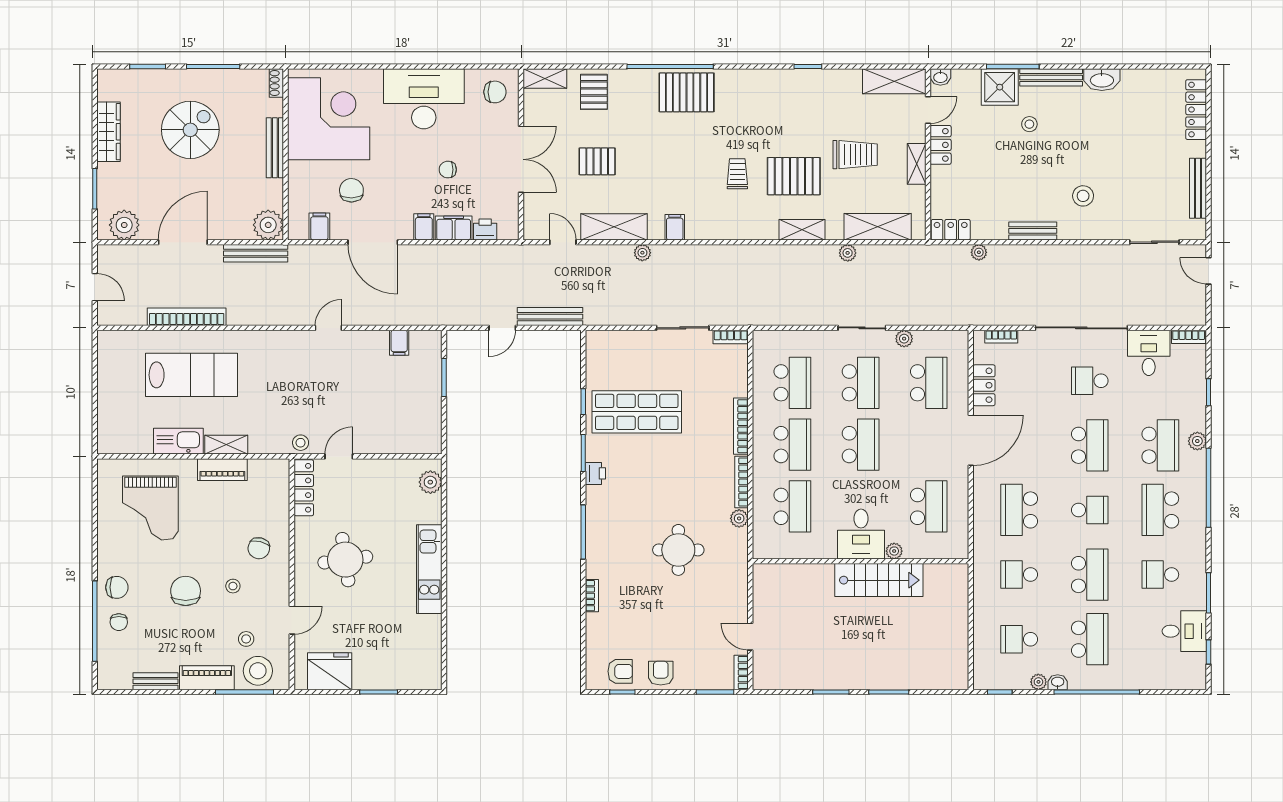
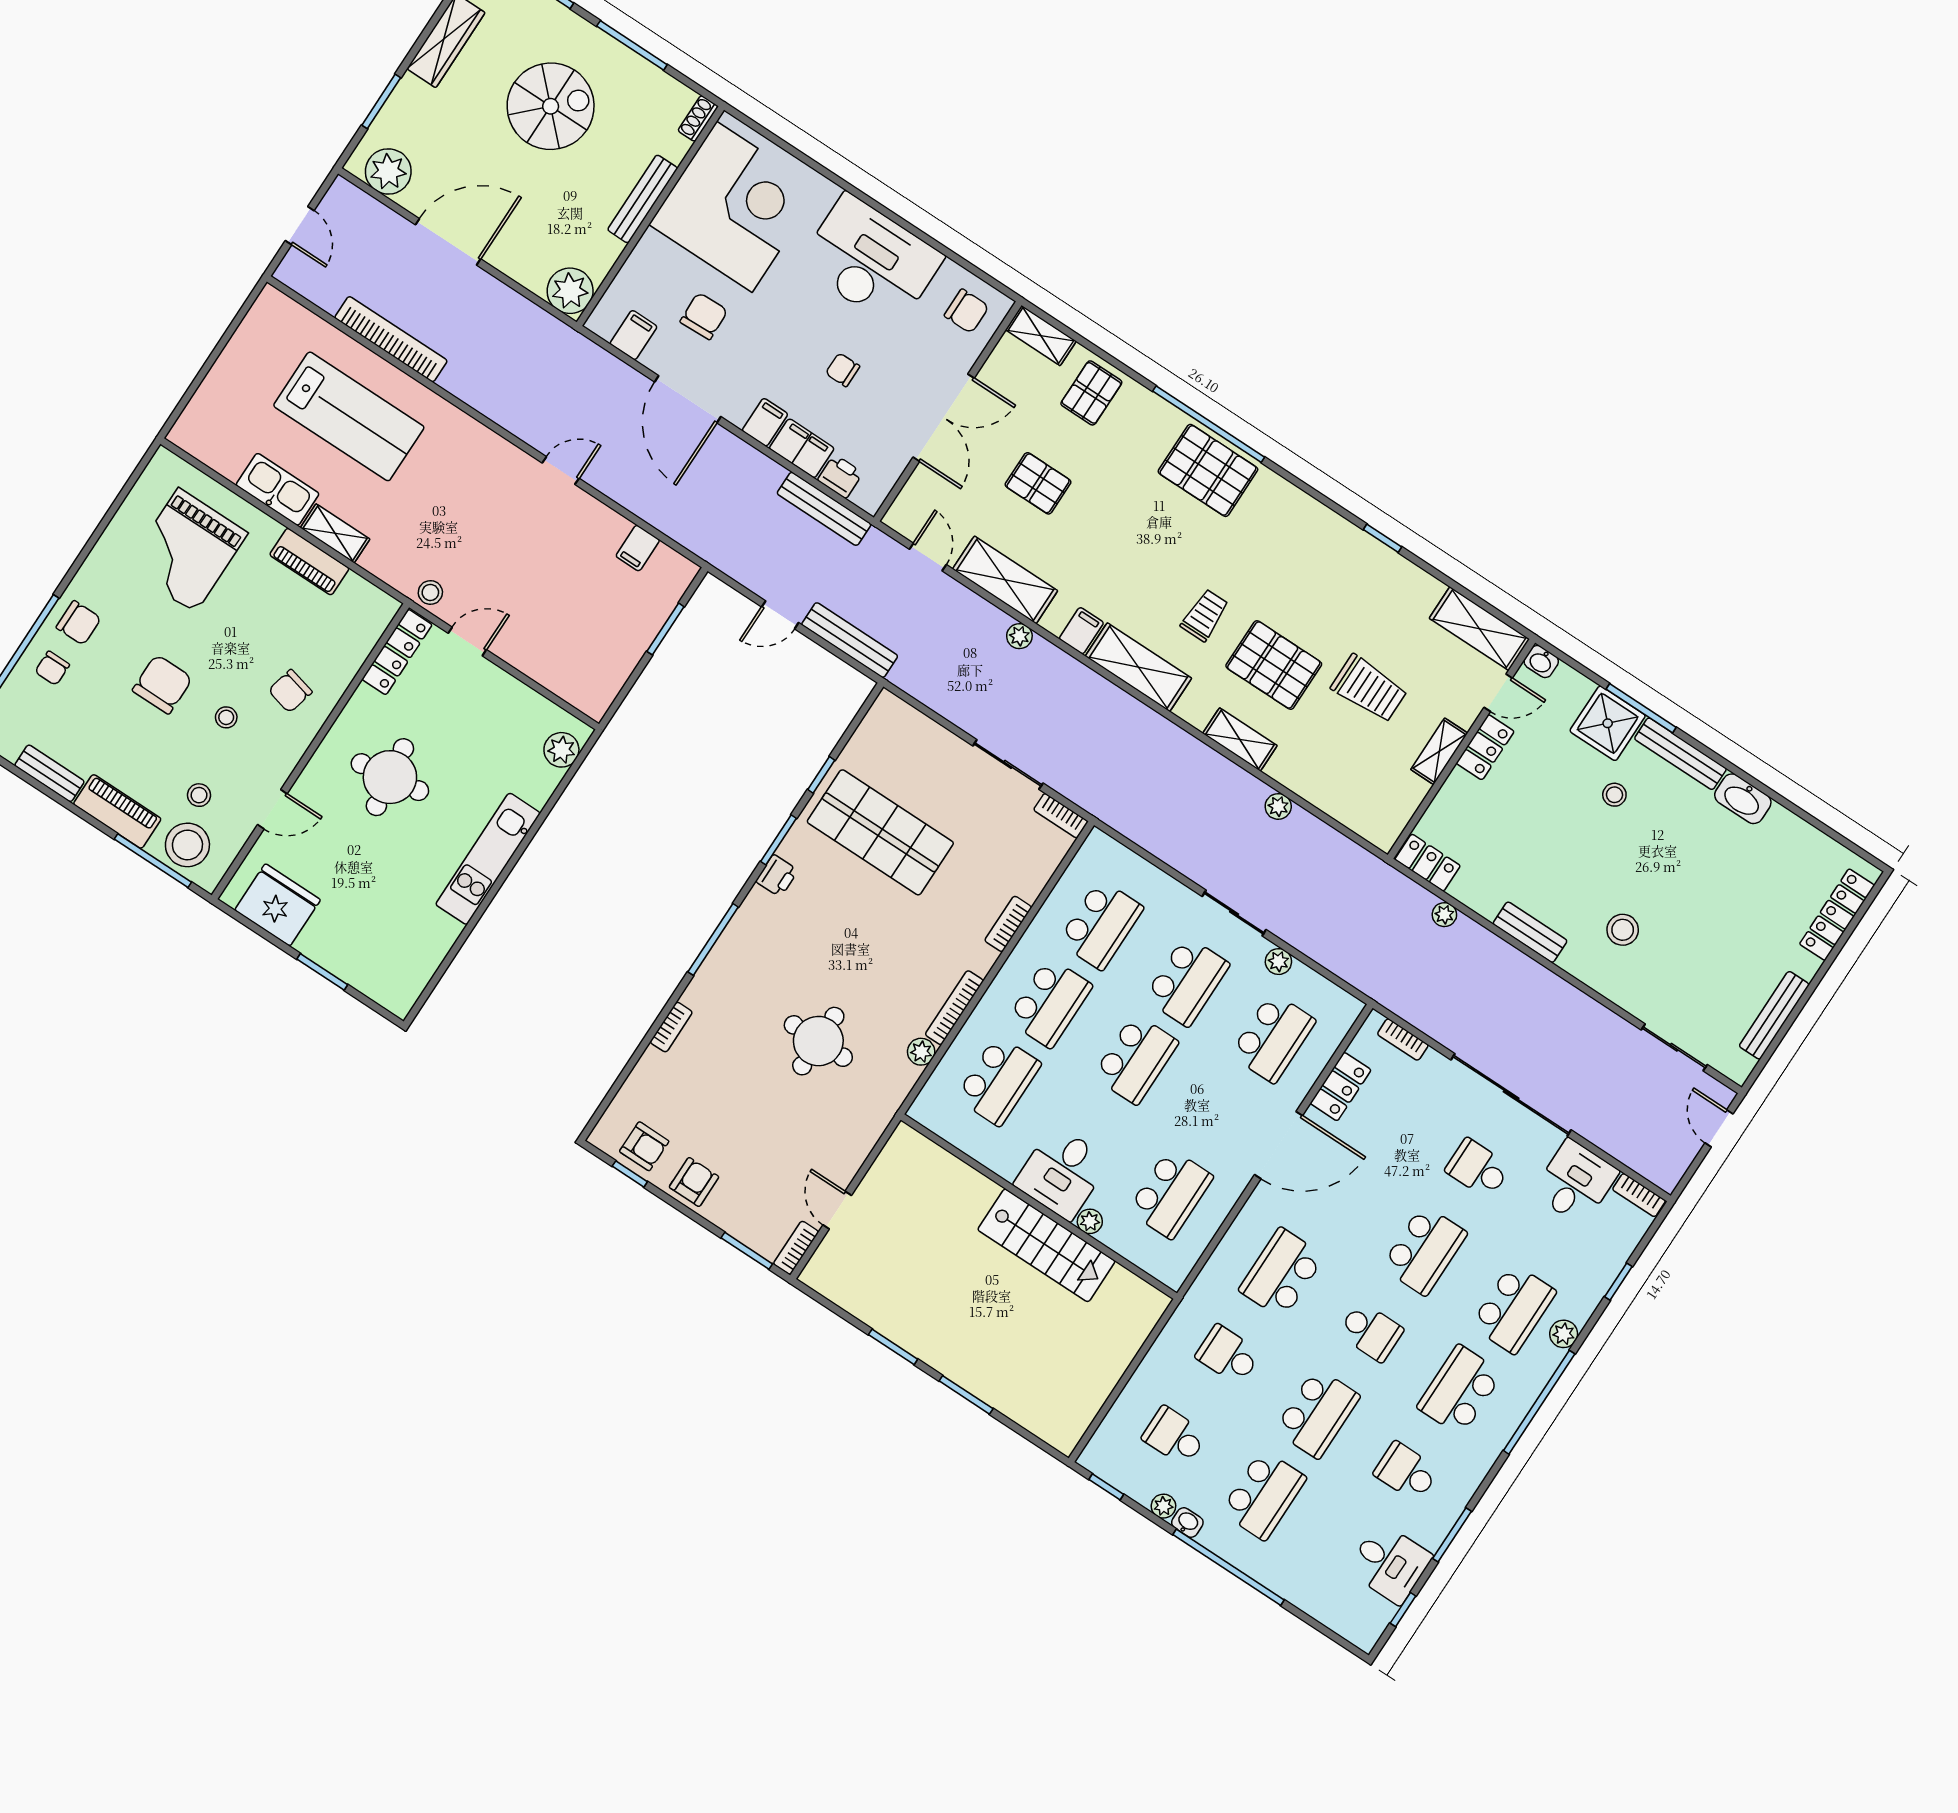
shelving: (878, 227) -> (1138, 667), moved
bench: (256, 253) -> (824, 509), moved
bookcase: (741, 426) -> (1008, 924), width x0.64

